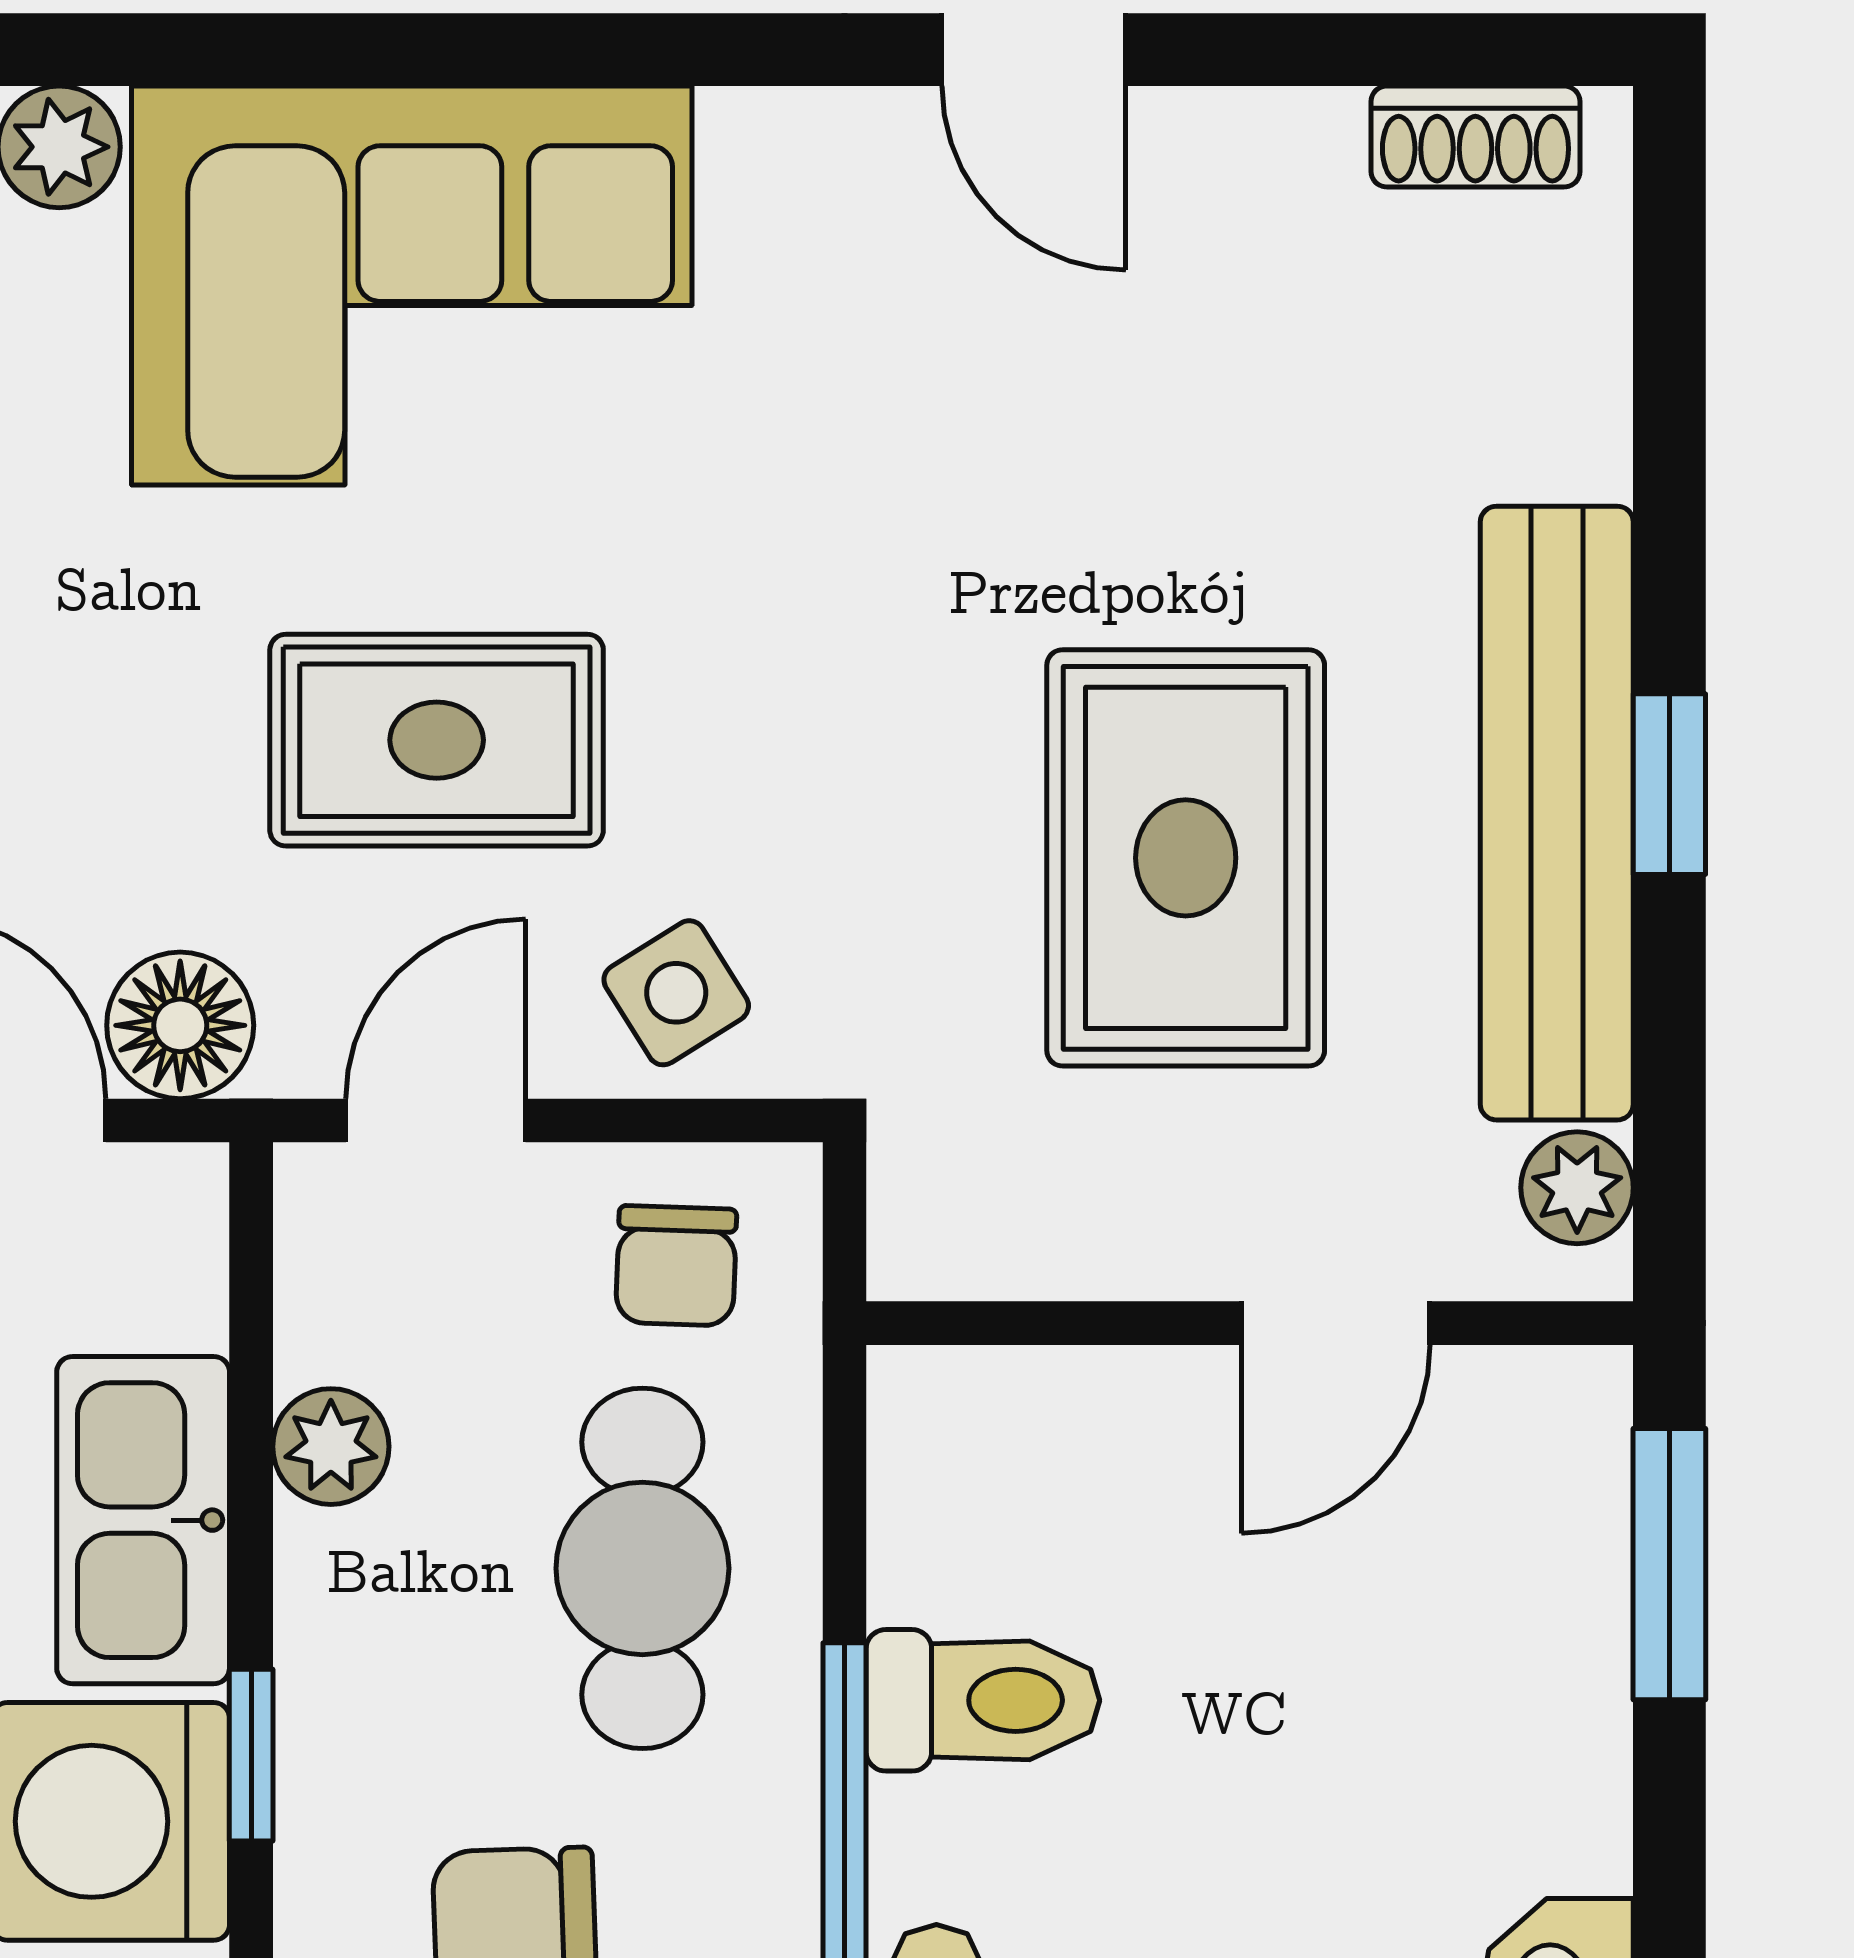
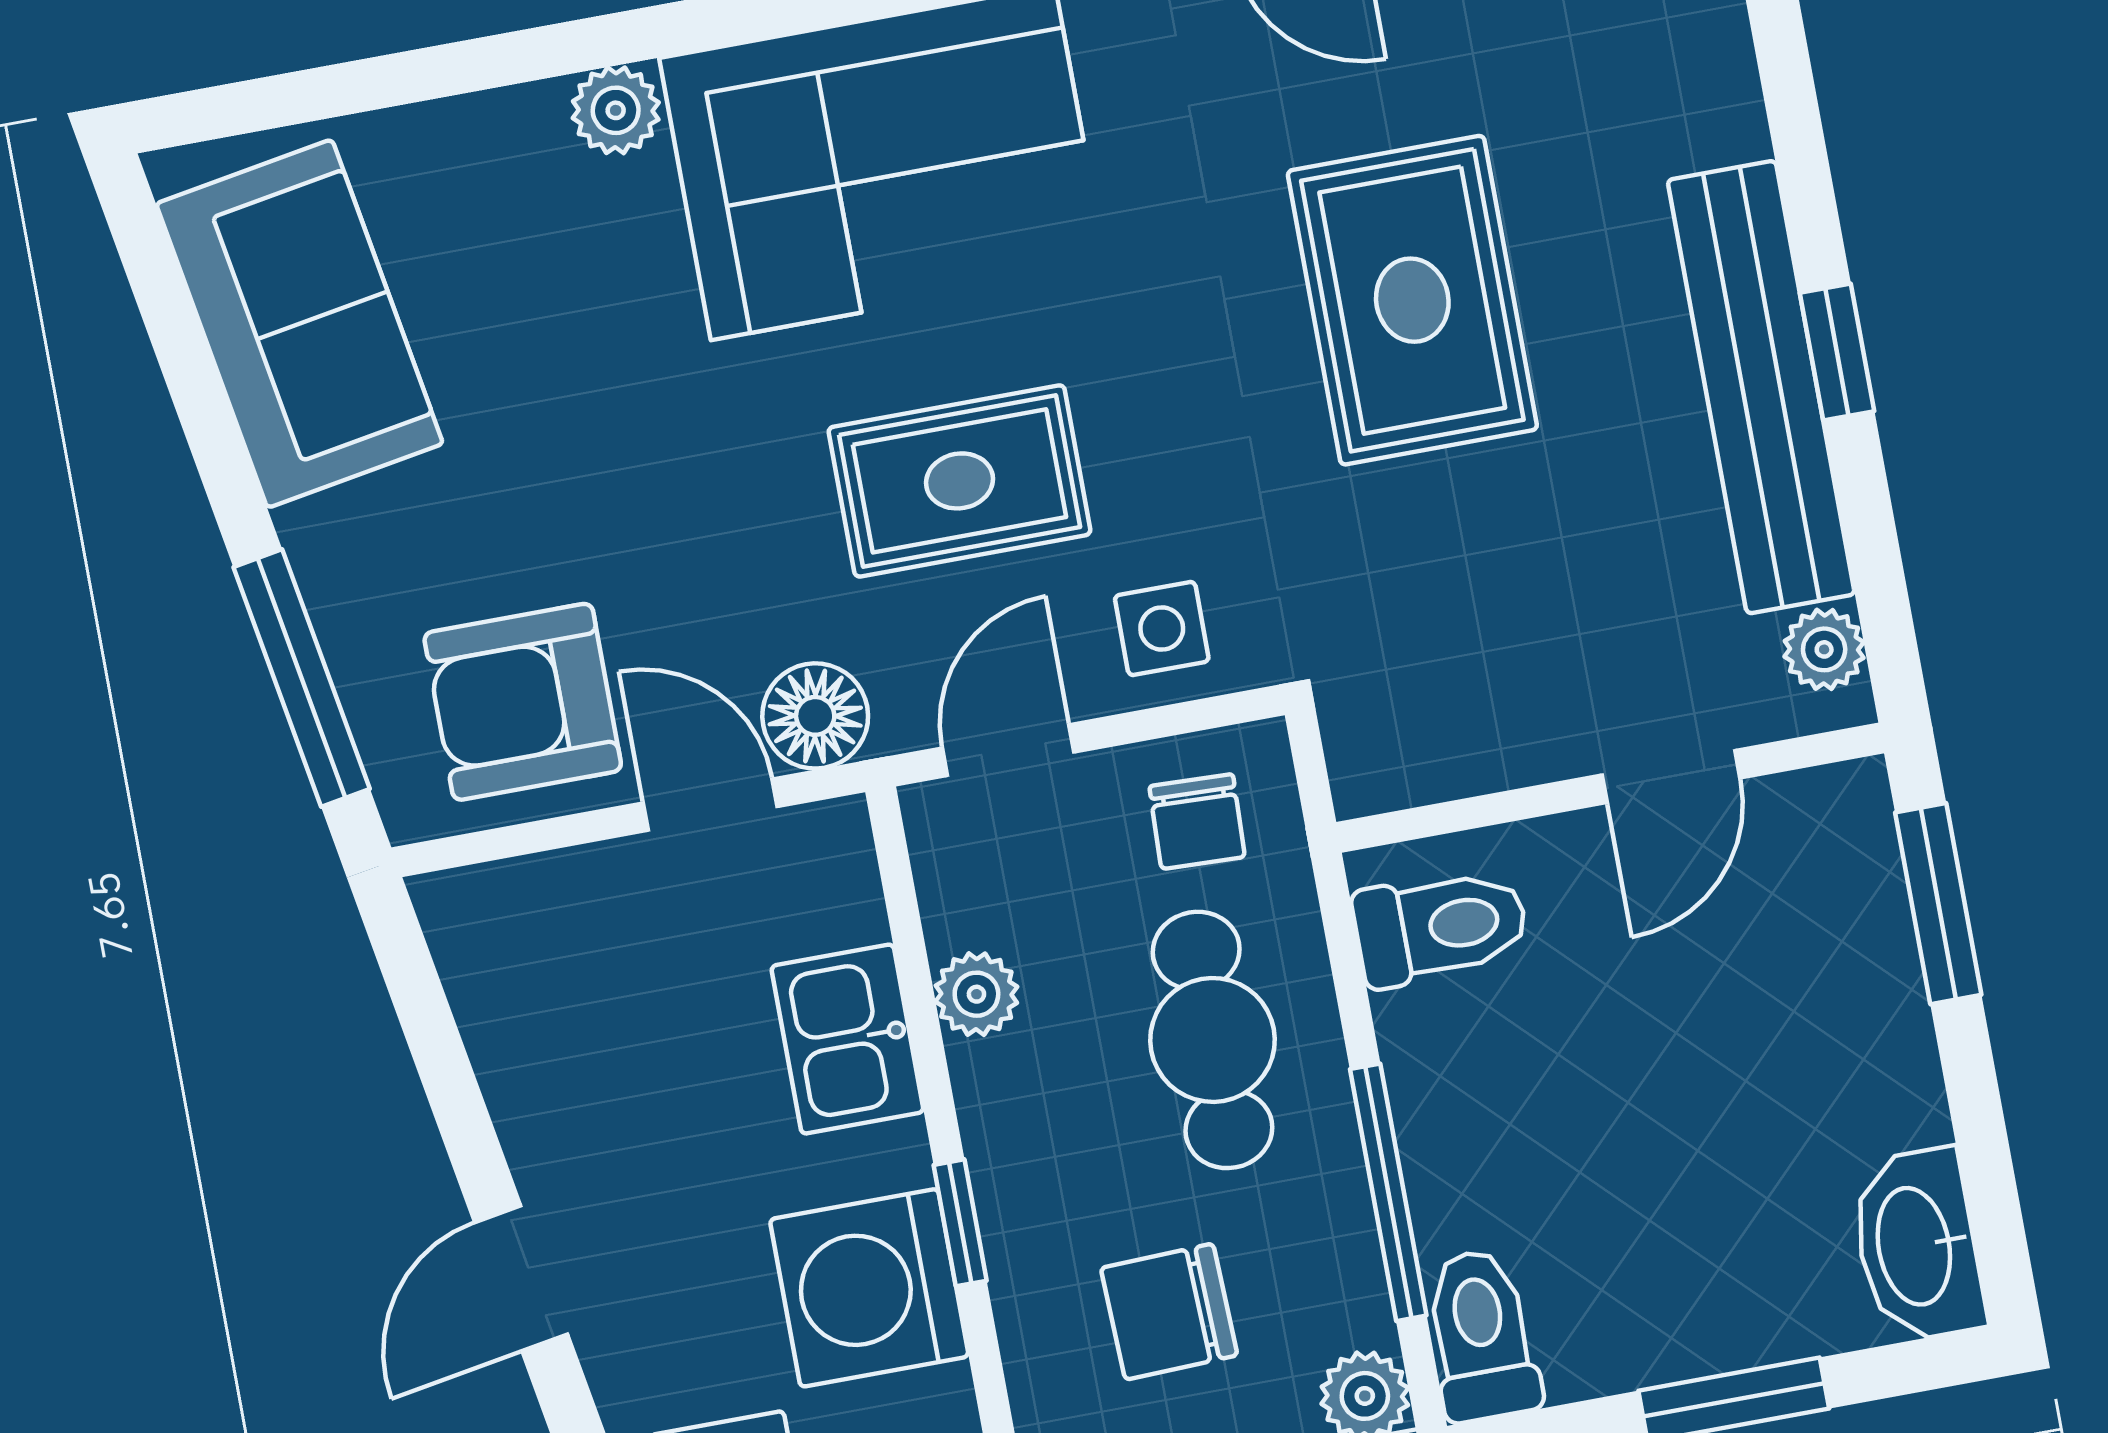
rug: (1186, 858) -> (1412, 300), moved
side table: (676, 993) -> (1162, 628), turned 32
kitchen sink: (143, 1520) -> (847, 1039), width x0.73
toilet: (983, 1700) -> (1441, 927), moved

